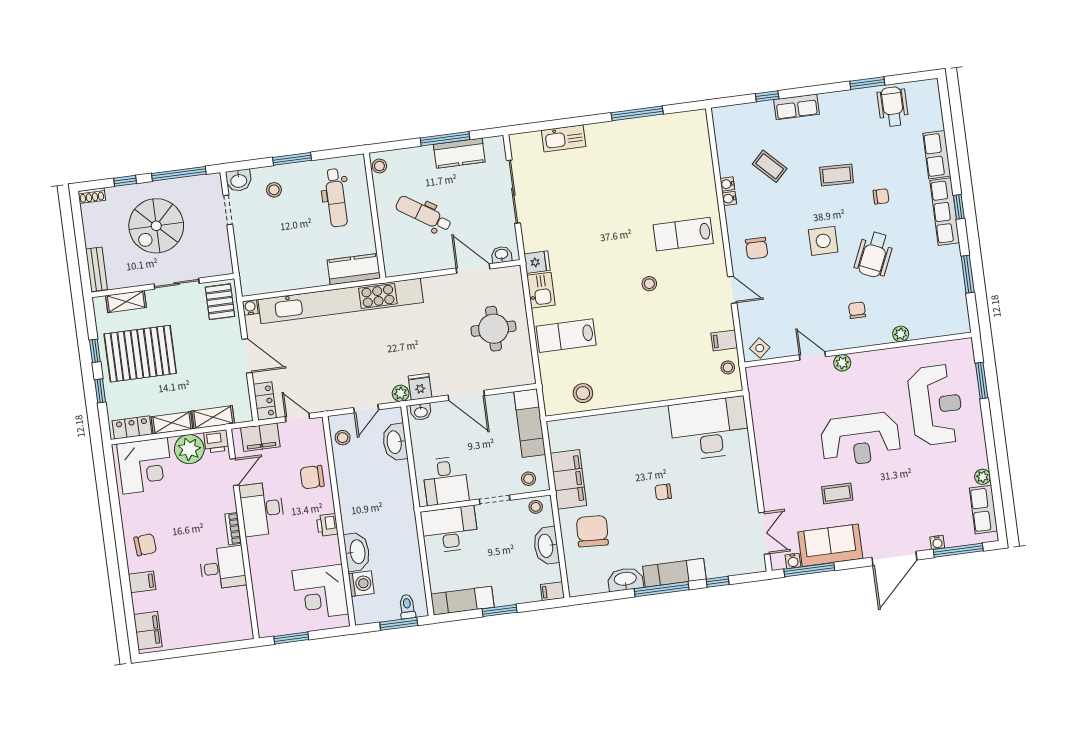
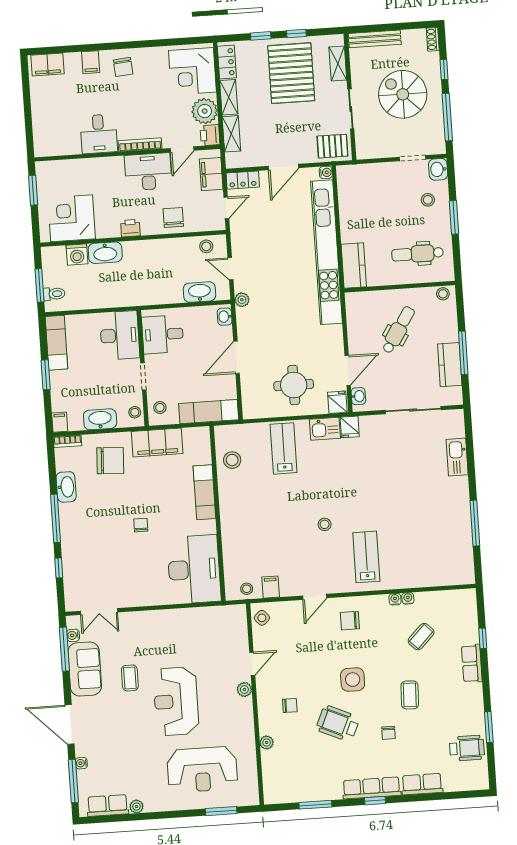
bench: (96, 269) -> (375, 39), width x1.36
fridge: (420, 387) -> (337, 402), moved, turned -90
door: (234, 472) -> (182, 149), hinge flipped
bookcase: (233, 529) -> (140, 145), width x1.56
exam couch: (674, 573) -> (204, 492), moved, turned 180
bookcase: (573, 581) -> (67, 441), added

